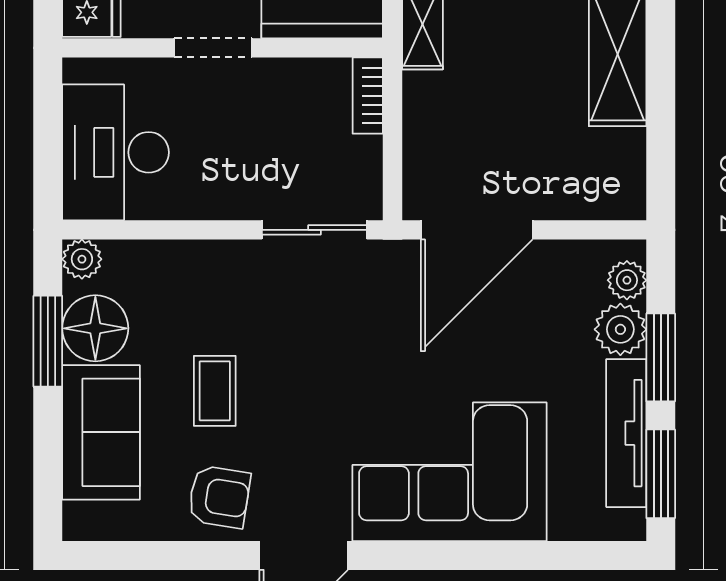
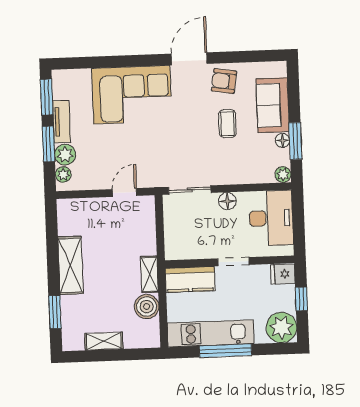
bookcase: (368, 96) -> (170, 245), removed
floor lamp: (223, 199) -> (227, 201), added
door: (477, 230) -> (124, 192), width x0.53
floor lamp: (95, 328) -> (283, 140), width x0.53, depth x0.53
tv unit: (626, 433) -> (61, 122), width x0.71

